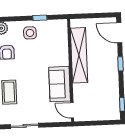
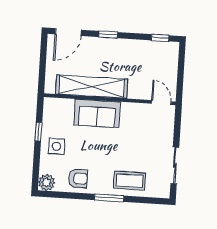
sofa: (60, 84) -> (97, 113), moved
door: (72, 110) -> (161, 103), swing flipped

